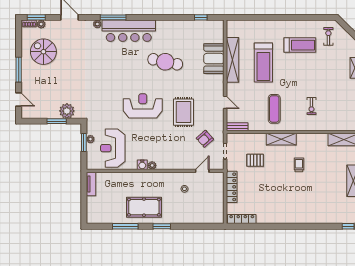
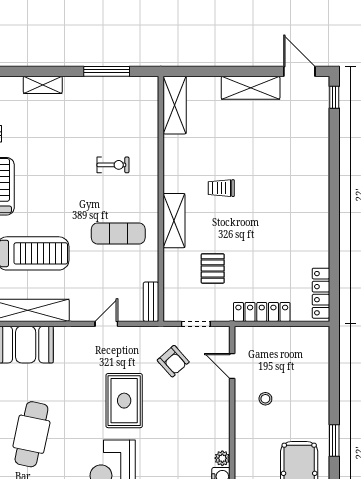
rug: (183, 112) -> (124, 401), turned 90

